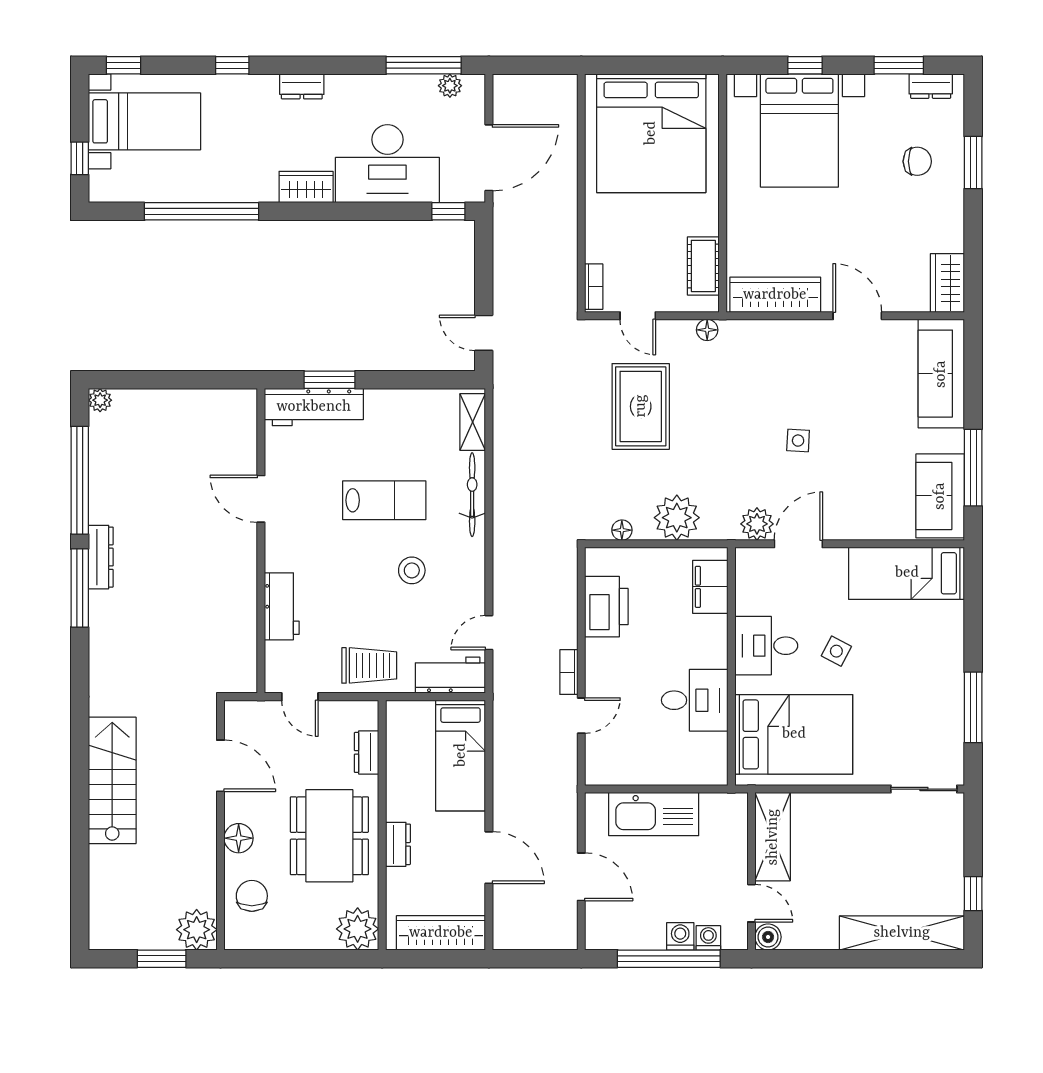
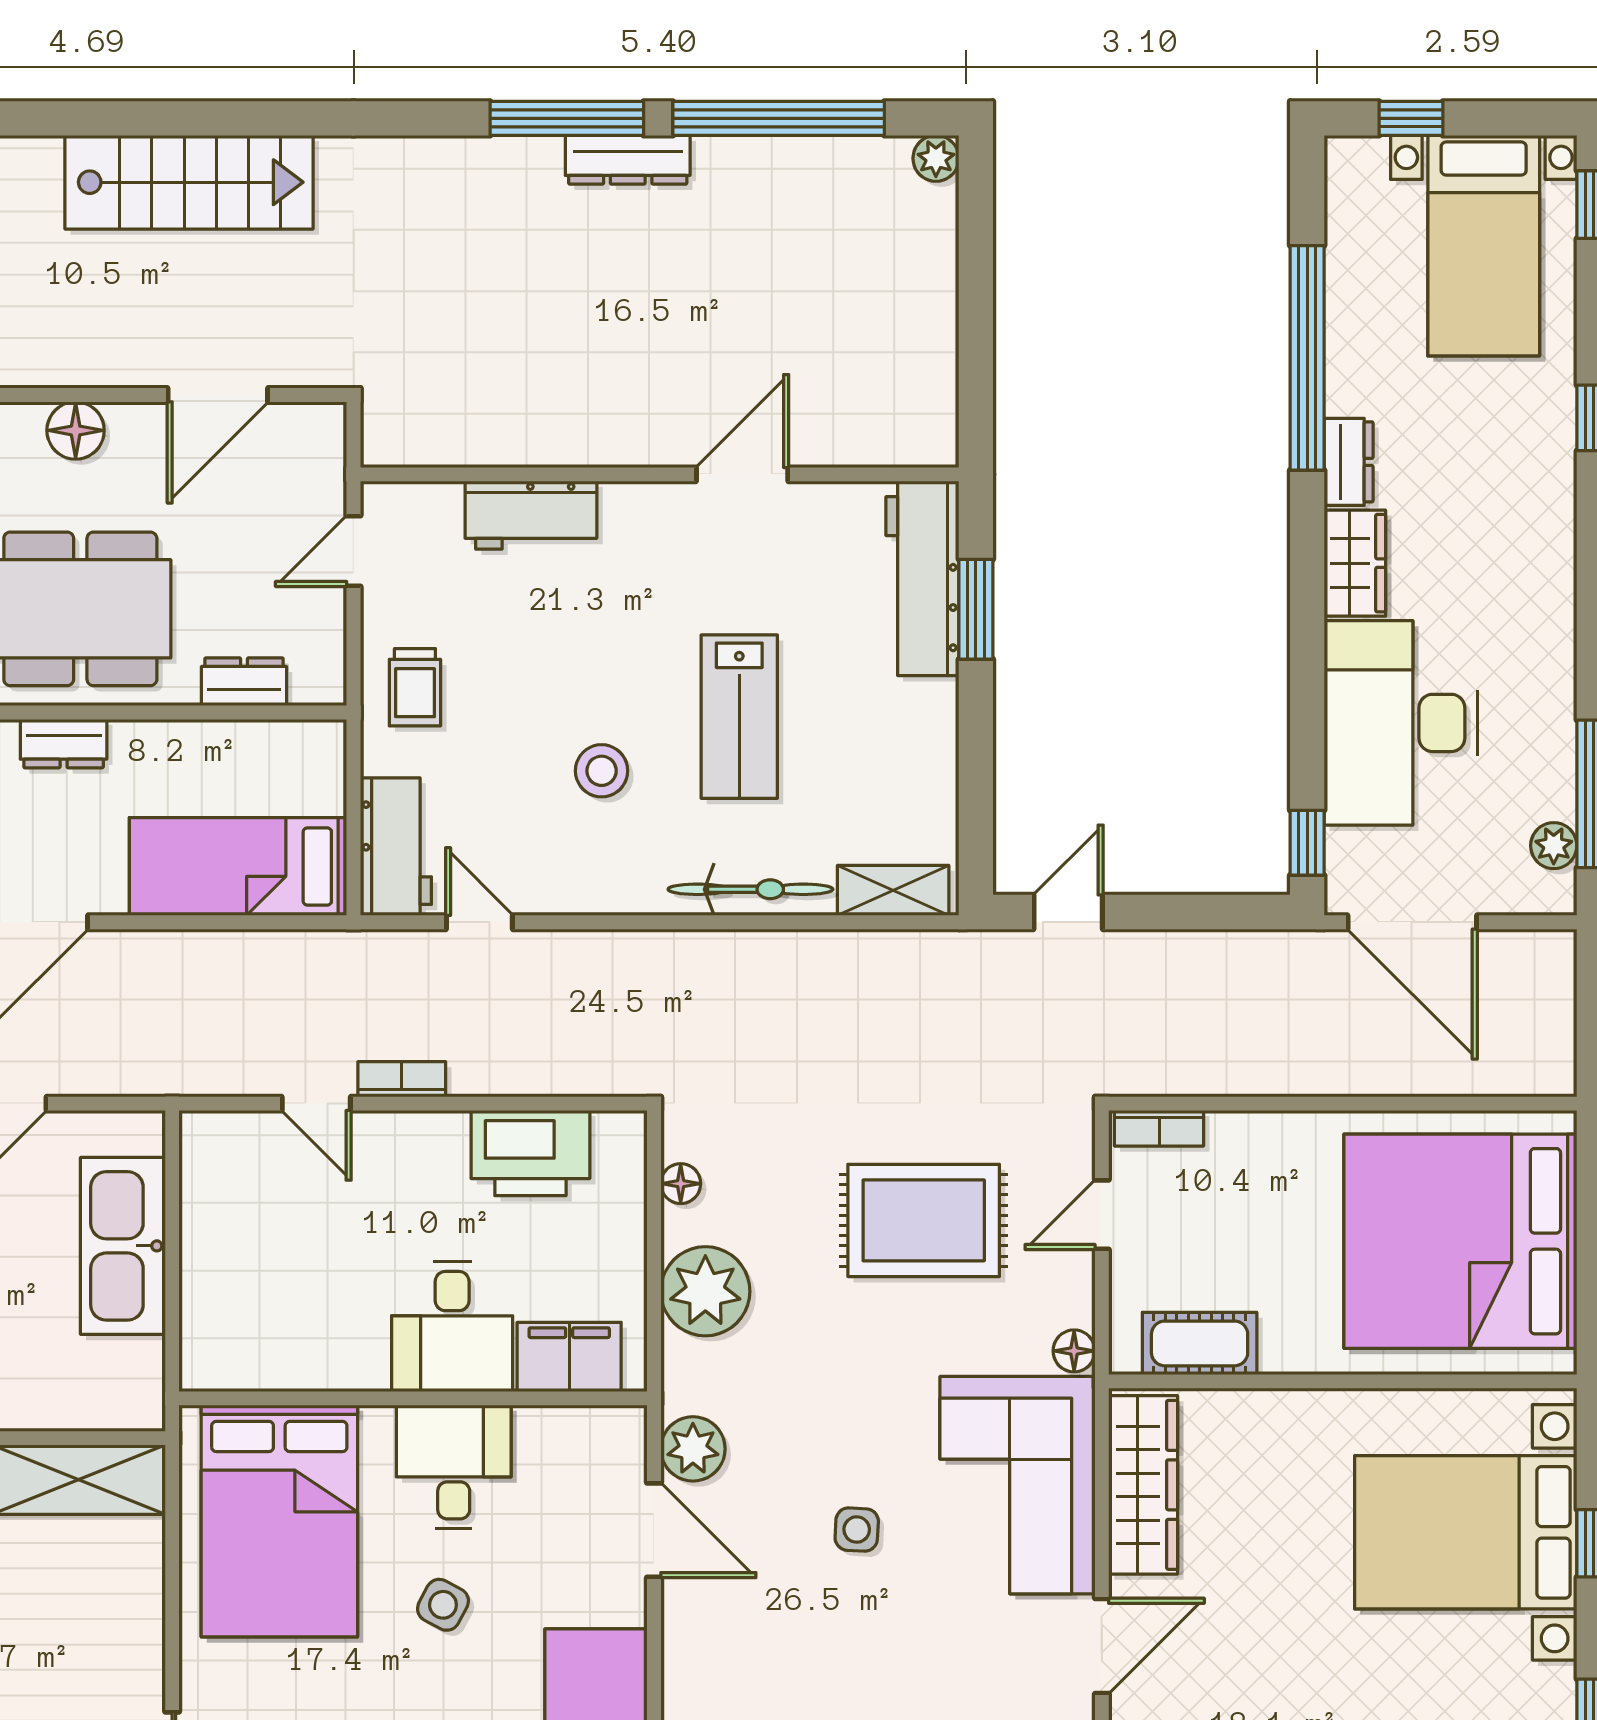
dresser: (302, 86) -> (1349, 462), moved, turned 180
corner sofa: (775, 359) -> (1017, 1485), added
trolley: (369, 665) -> (415, 687), width x0.73, depth x0.72
desk: (695, 700) -> (452, 1326), moved

